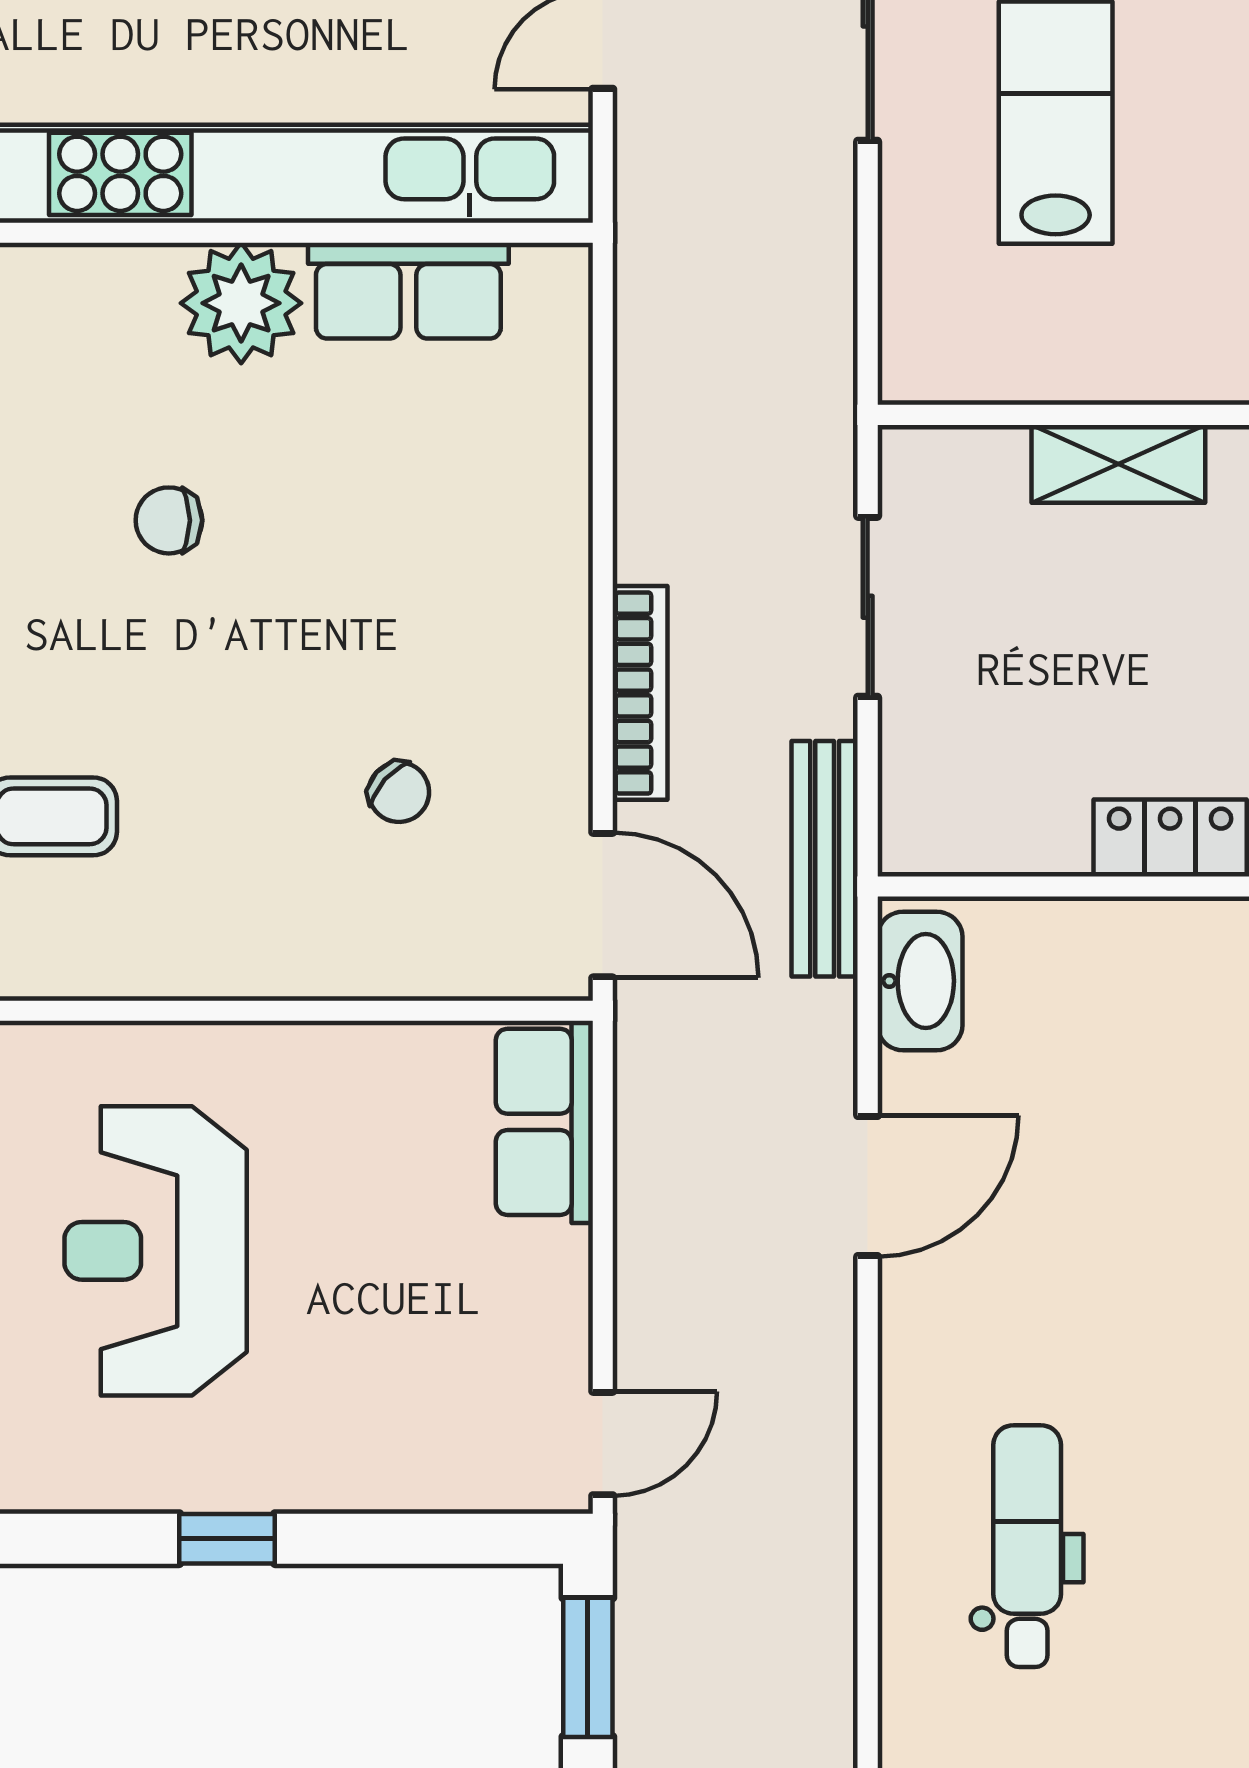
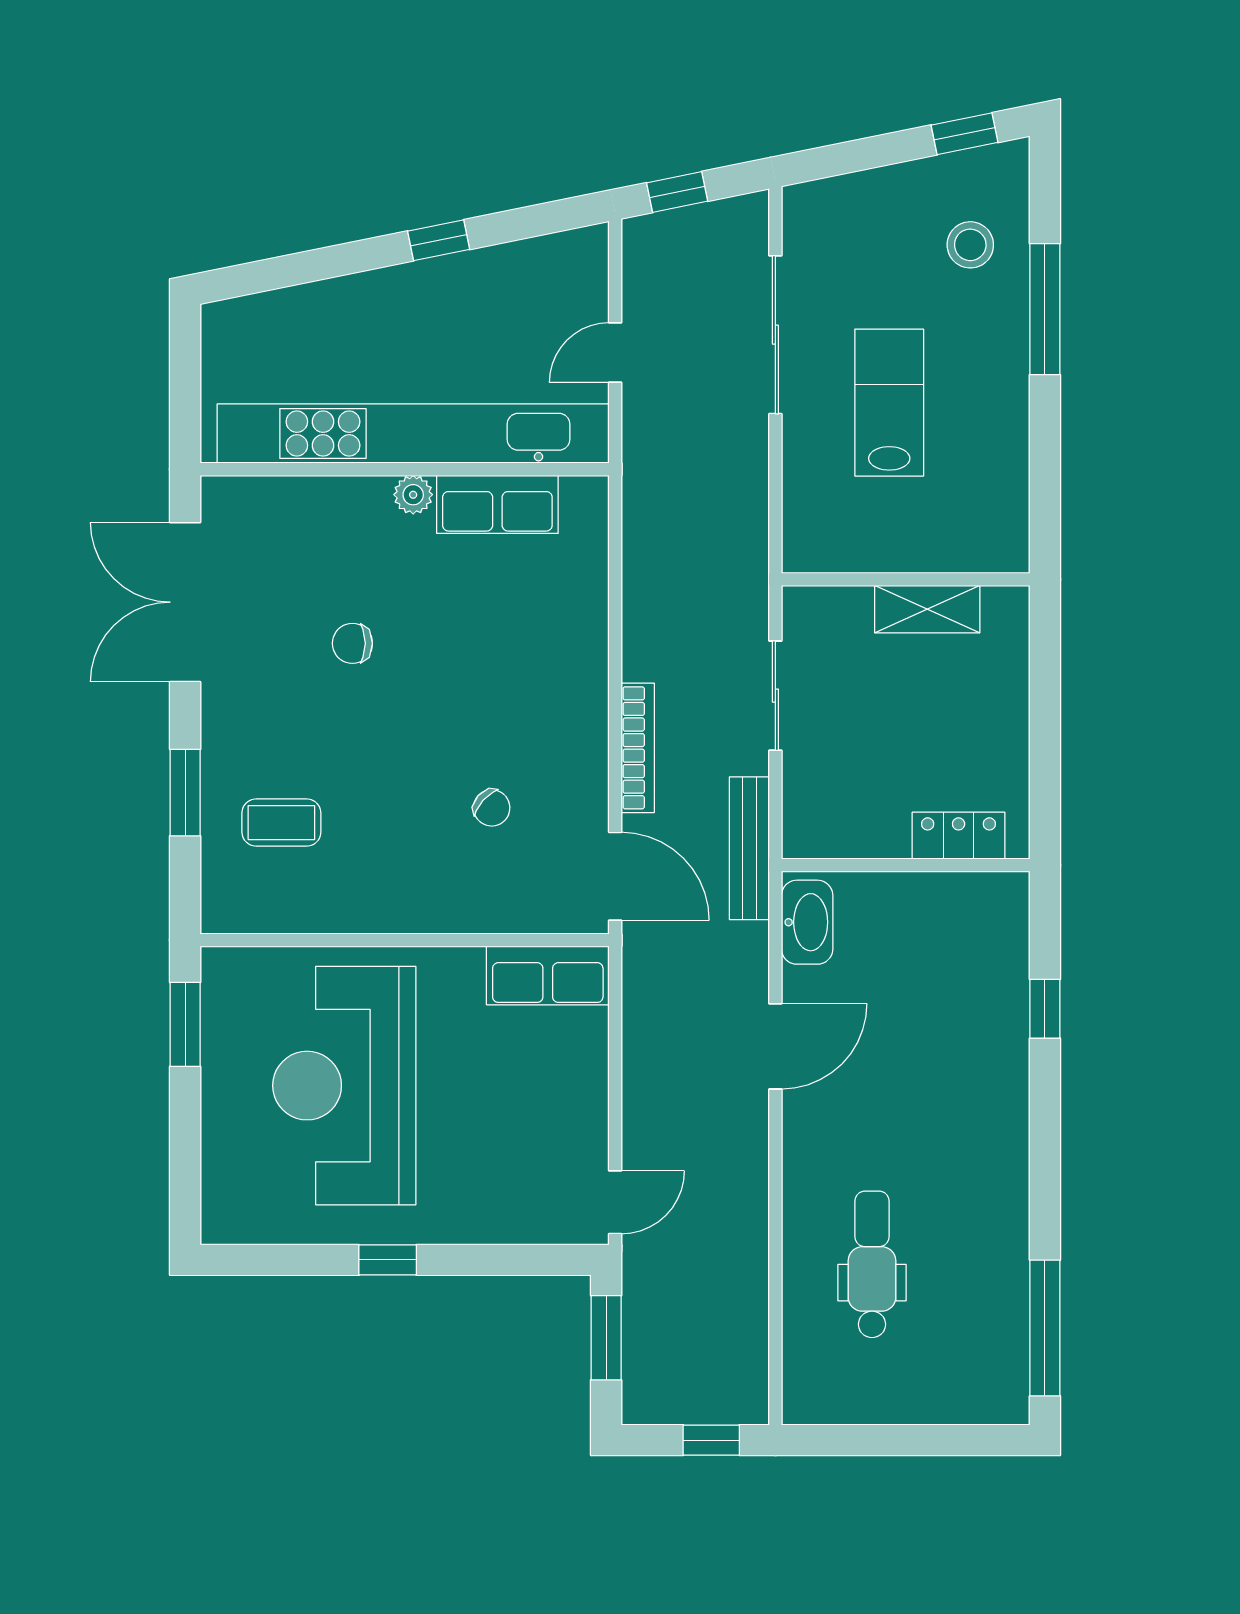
plant: (241, 303) -> (413, 495), width x0.53, depth x0.53
row of seats: (544, 1122) -> (548, 976), moved, turned -90
reception desk: (156, 1251) -> (344, 1086), width x1.36, depth x1.30

